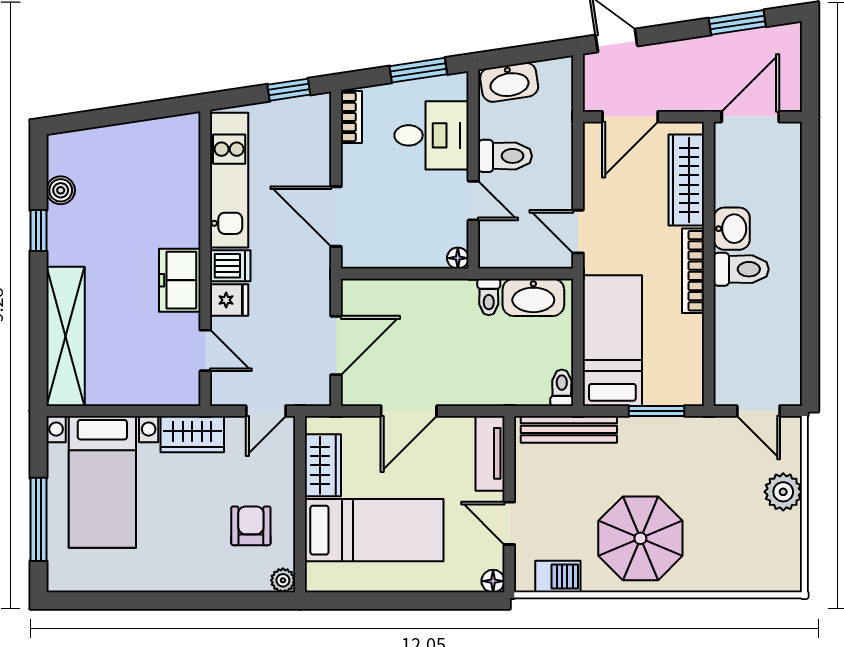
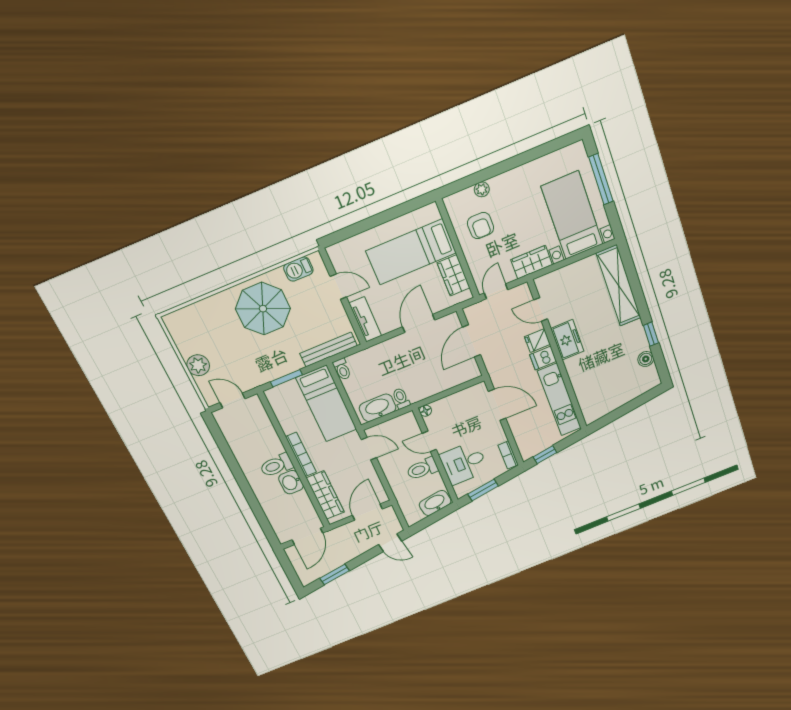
plant: (283, 580) -> (482, 189), moved
floor lamp: (493, 581) -> (333, 251), removed

